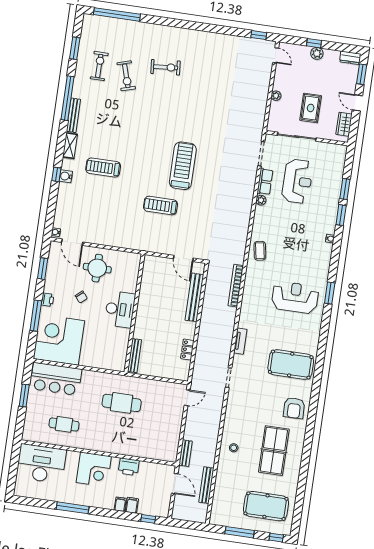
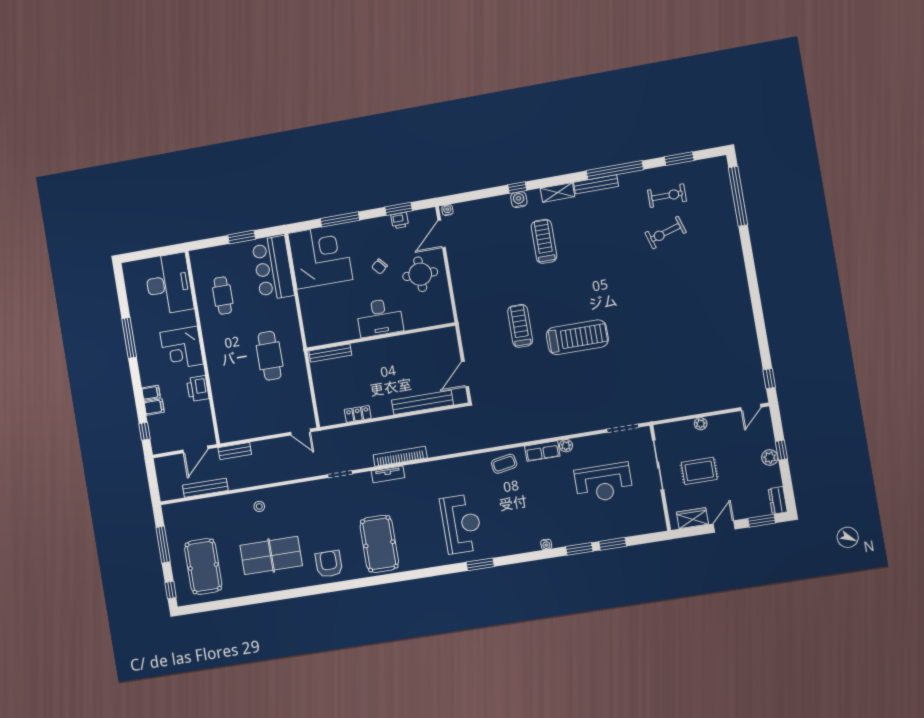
exercise bike: (166, 67) -> (692, 277), removed
row of seats: (265, 182) -> (542, 451), moved
bookcase: (236, 286) -> (400, 456), moved
printer: (47, 300) -> (400, 221), moved
armchair: (294, 408) -> (329, 564), turned 91

